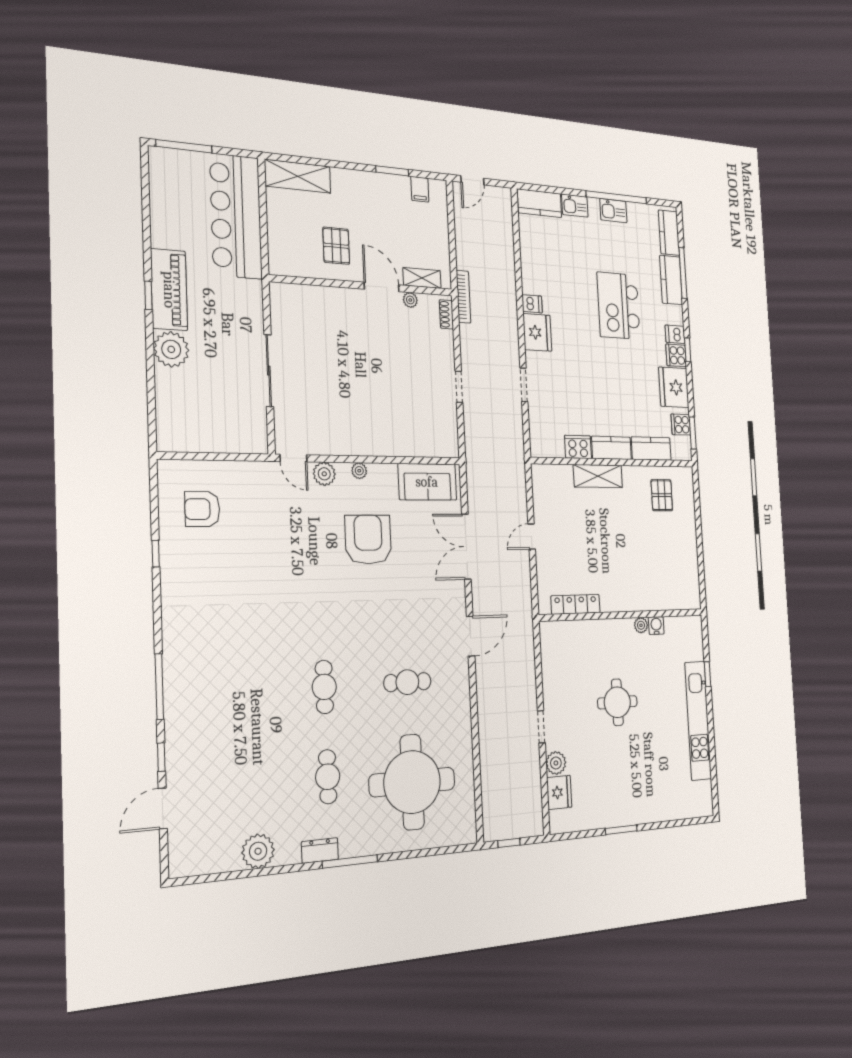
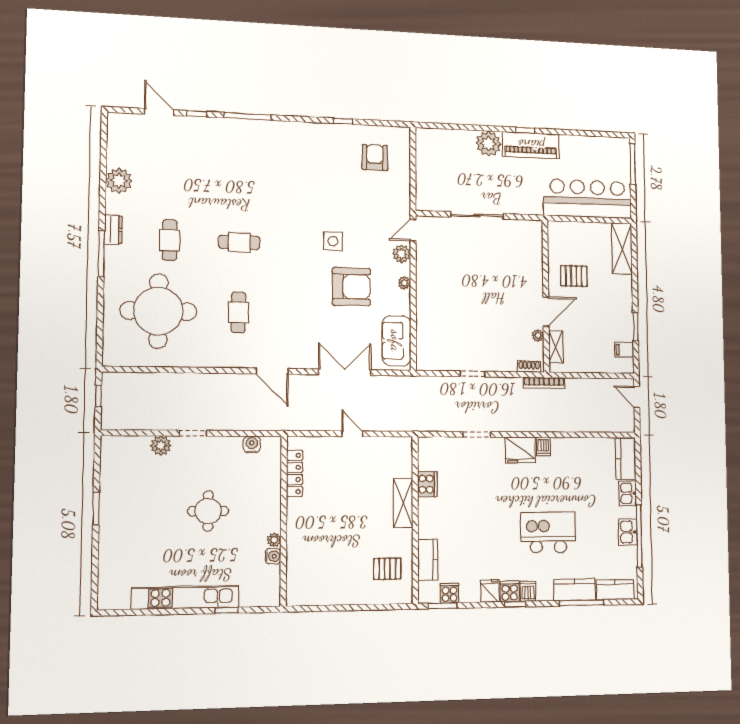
fridge: (674, 387) -> (490, 591), width x0.53, depth x0.75
kitchen counter: (611, 448) -> (427, 518), removed
side table: (315, 564) -> (333, 241), added
water cooler: (549, 656) -> (252, 444), added
cafe table: (328, 777) -> (170, 240), turned 90
fridge: (559, 792) -> (136, 447), removed

